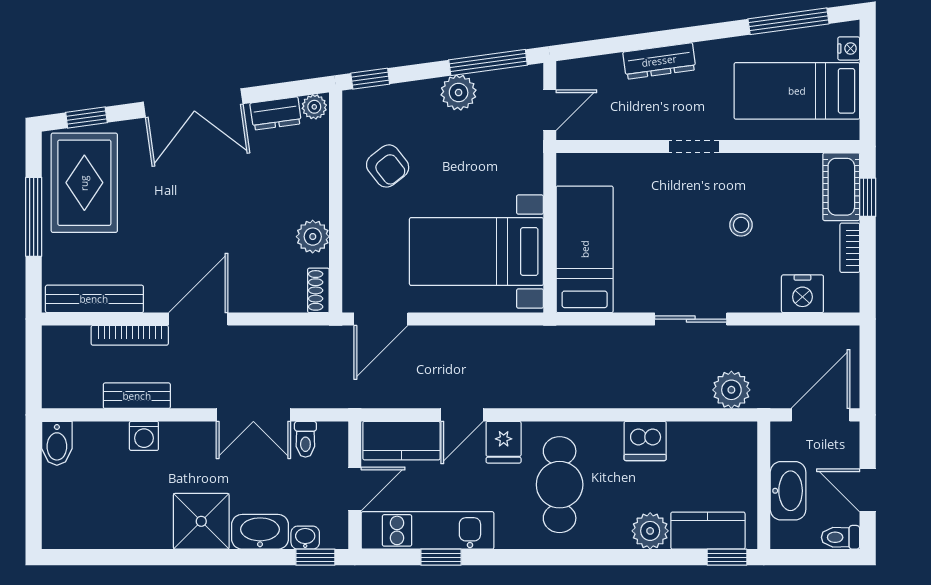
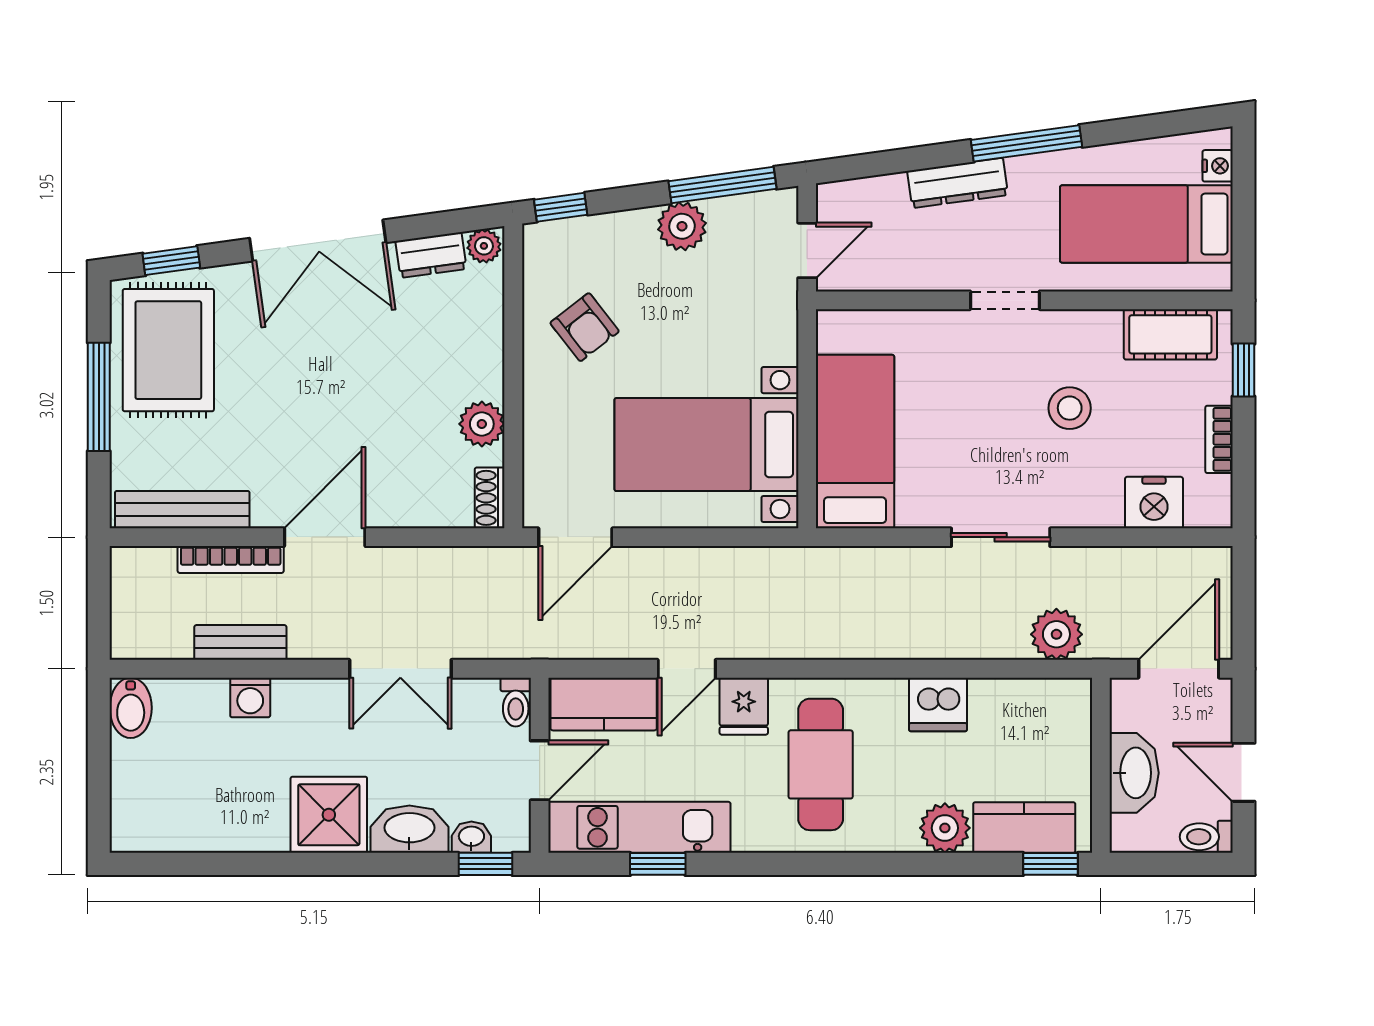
window: (788, 21) -> (1026, 143), moved
cot: (841, 187) -> (1170, 334), moved, turned 90
stool: (741, 225) -> (1070, 408), width x1.37, depth x1.37
toilet: (305, 439) -> (516, 702), moved

